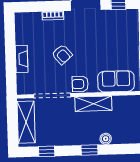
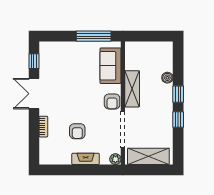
armchair: (62, 54) -> (77, 131), moved, turned 131
plant: (22, 89) -> (115, 159), added
window: (47, 151) -> (178, 119), moved

